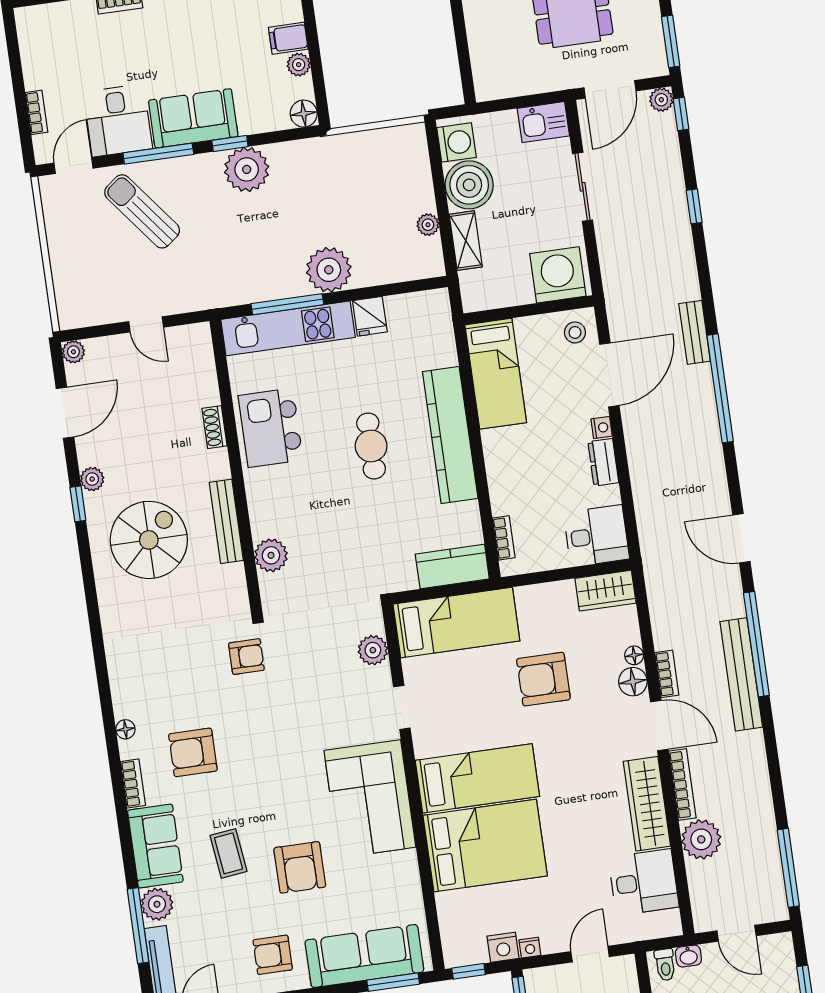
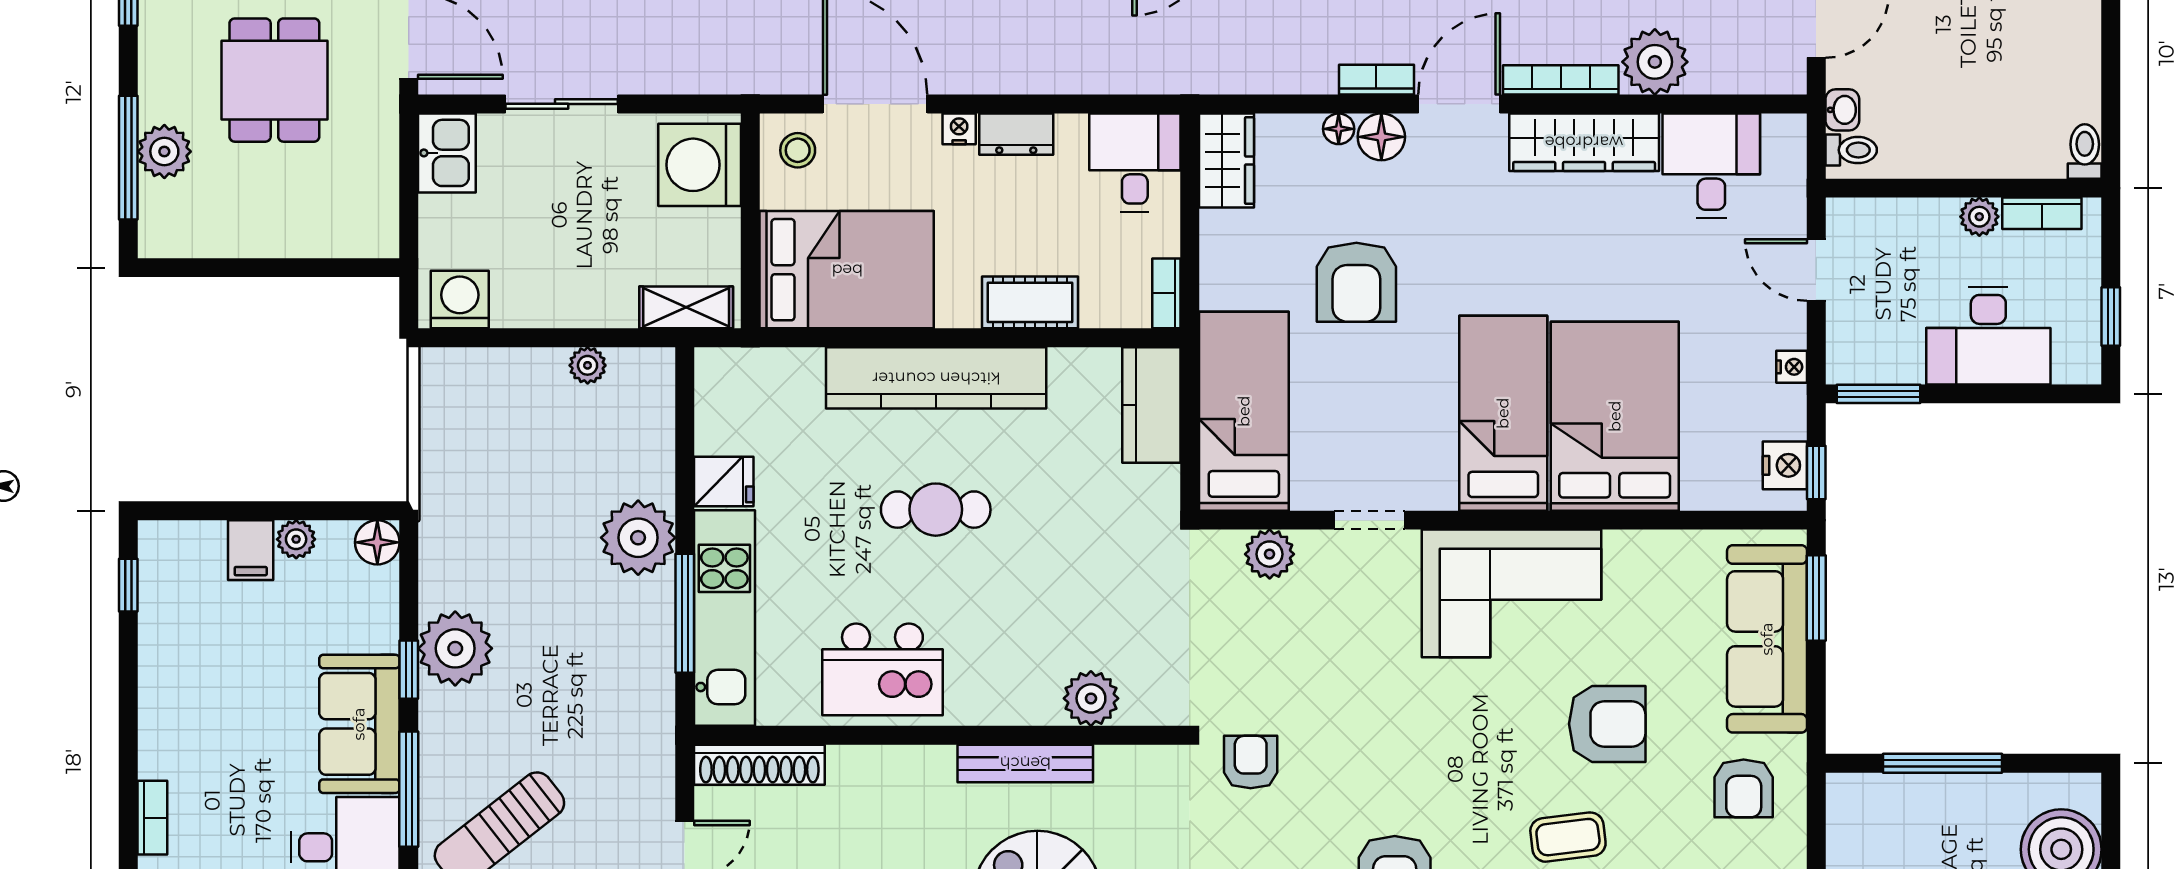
boiler: (469, 185) -> (532, 289), removed
shelving: (466, 241) -> (686, 307), moved
bed: (496, 374) -> (847, 270), width x1.50
shoe rack: (214, 427) -> (759, 765), moved, width x1.94, depth x1.24
cot: (503, 485) -> (1030, 302), added
bookcase: (504, 538) -> (1166, 293), moved, turned -90
nightstand: (503, 947) -> (1785, 465), moved

